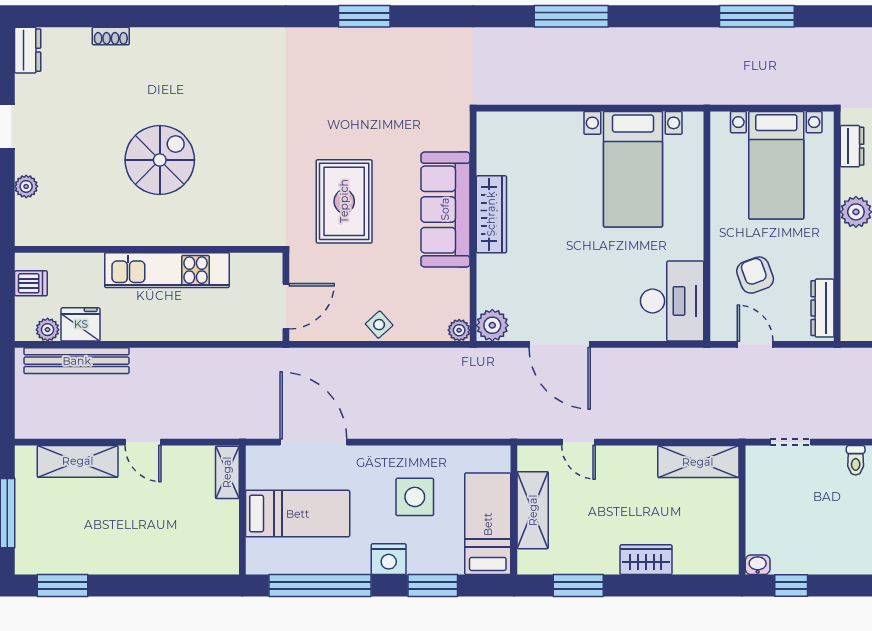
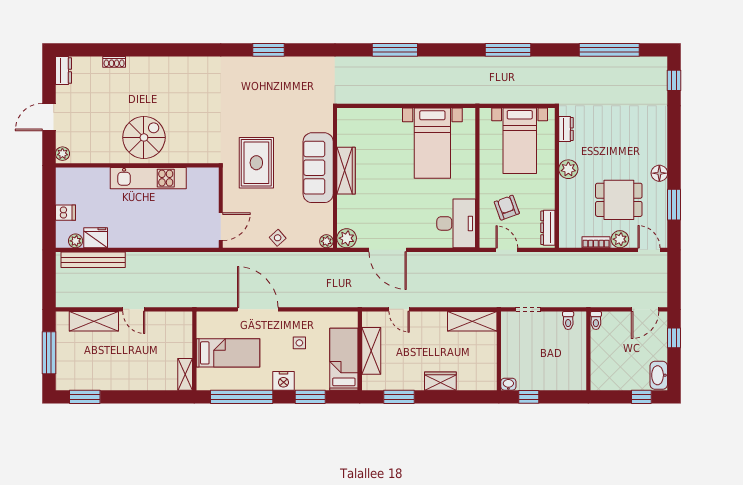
wall: (149, 249) -> (137, 165), moved
kitchen unit: (167, 270) -> (148, 178), moved
door: (313, 442) -> (258, 309), moved
shelving: (227, 472) -> (185, 374), moved
side table: (415, 497) -> (299, 343), width x0.54, depth x0.54

